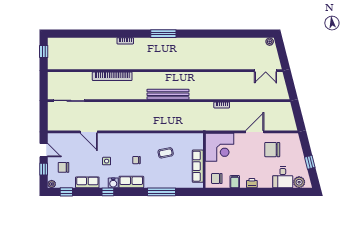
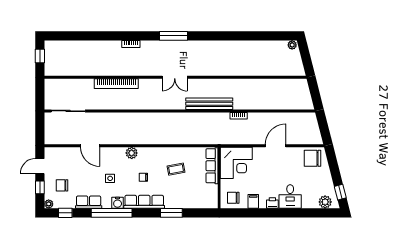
double door: (266, 71) -> (175, 77), moved
bench: (168, 94) -> (209, 104), moved
plant: (126, 138) -> (132, 153), added
door: (44, 150) -> (40, 166), swing flipped
chair: (272, 150) -> (313, 158), moved
window: (310, 162) -> (340, 192), moved
row of seats: (198, 166) -> (212, 166), moved
desk: (283, 177) -> (290, 196), moved
row of seats: (131, 182) -> (144, 202), width x1.48
window: (108, 192) -> (112, 213), width x3.17
window: (161, 192) -> (171, 213), width x0.69

